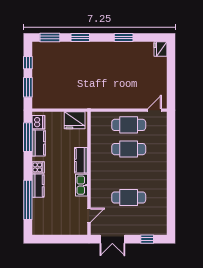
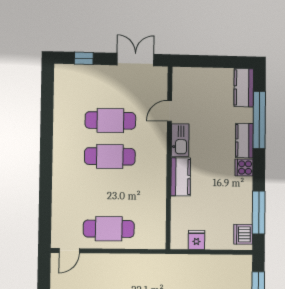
fridge: (75, 120) -> (196, 240), width x0.53, depth x0.75
kitchen counter: (39, 143) -> (244, 88), moved
cafe table: (129, 149) -> (110, 156), moved
door: (89, 215) -> (170, 111), moved

